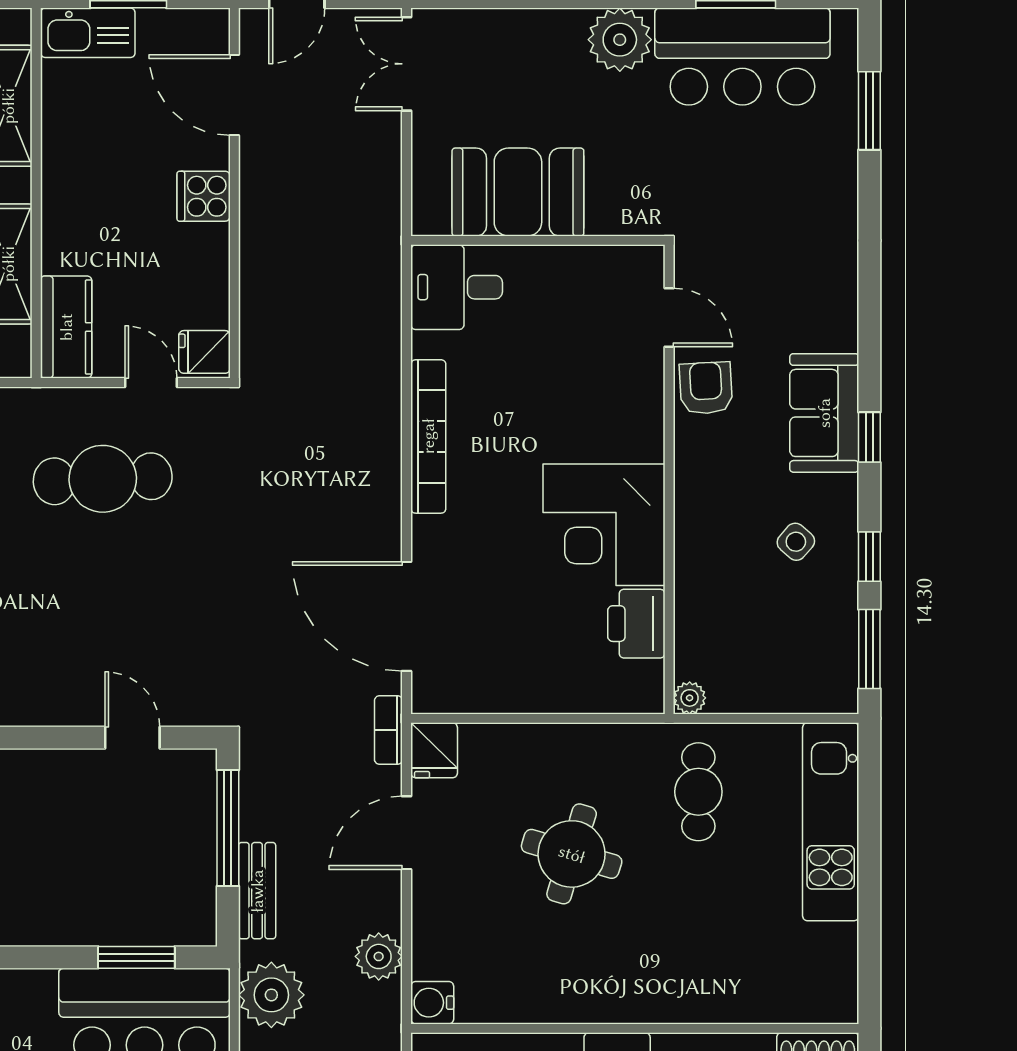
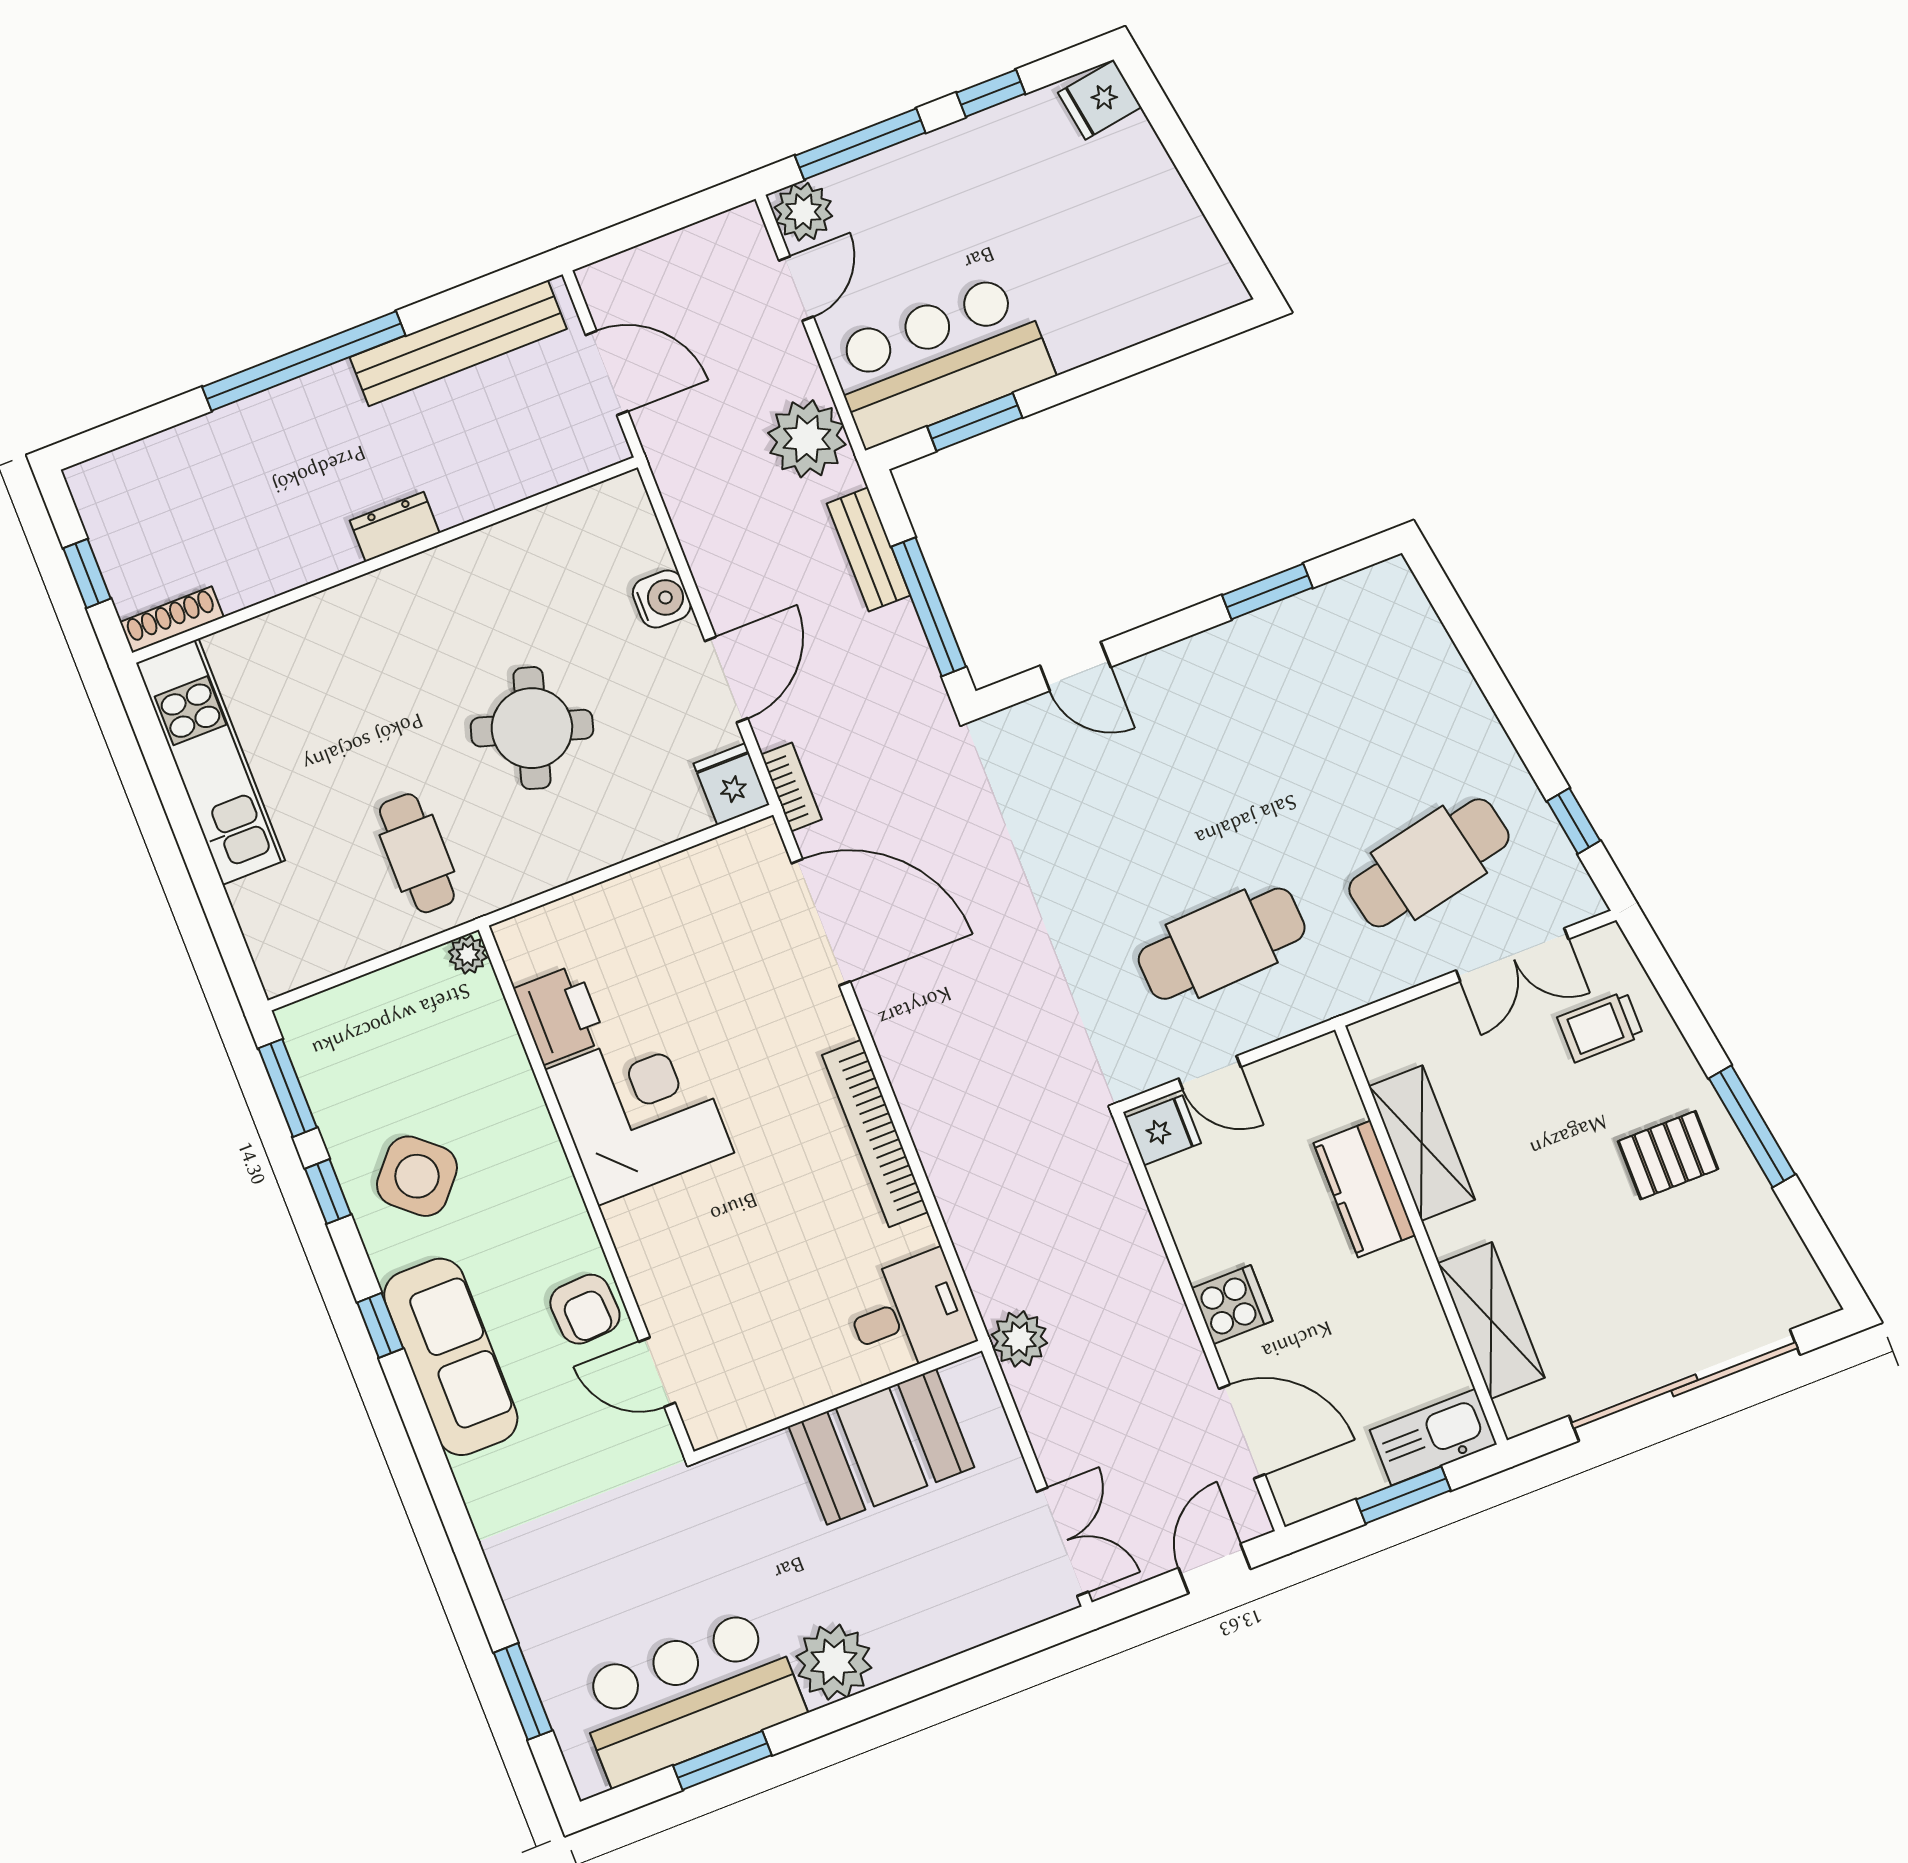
kitchen counter: (66, 327) -> (1364, 1189), moved
sofa: (824, 413) -> (451, 1357), width x1.36
side table: (796, 542) -> (417, 1176), width x1.87, depth x1.87
kitchen unit: (831, 822) -> (210, 762), moved
plant: (379, 956) -> (1019, 1339), moved
water cooler: (432, 1003) -> (662, 599), moved

